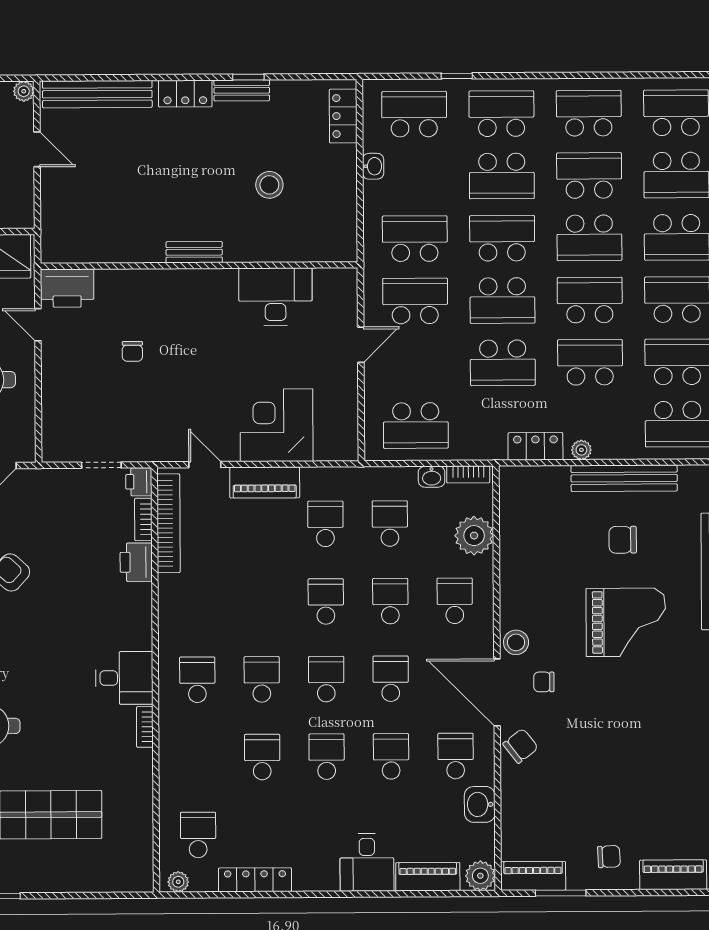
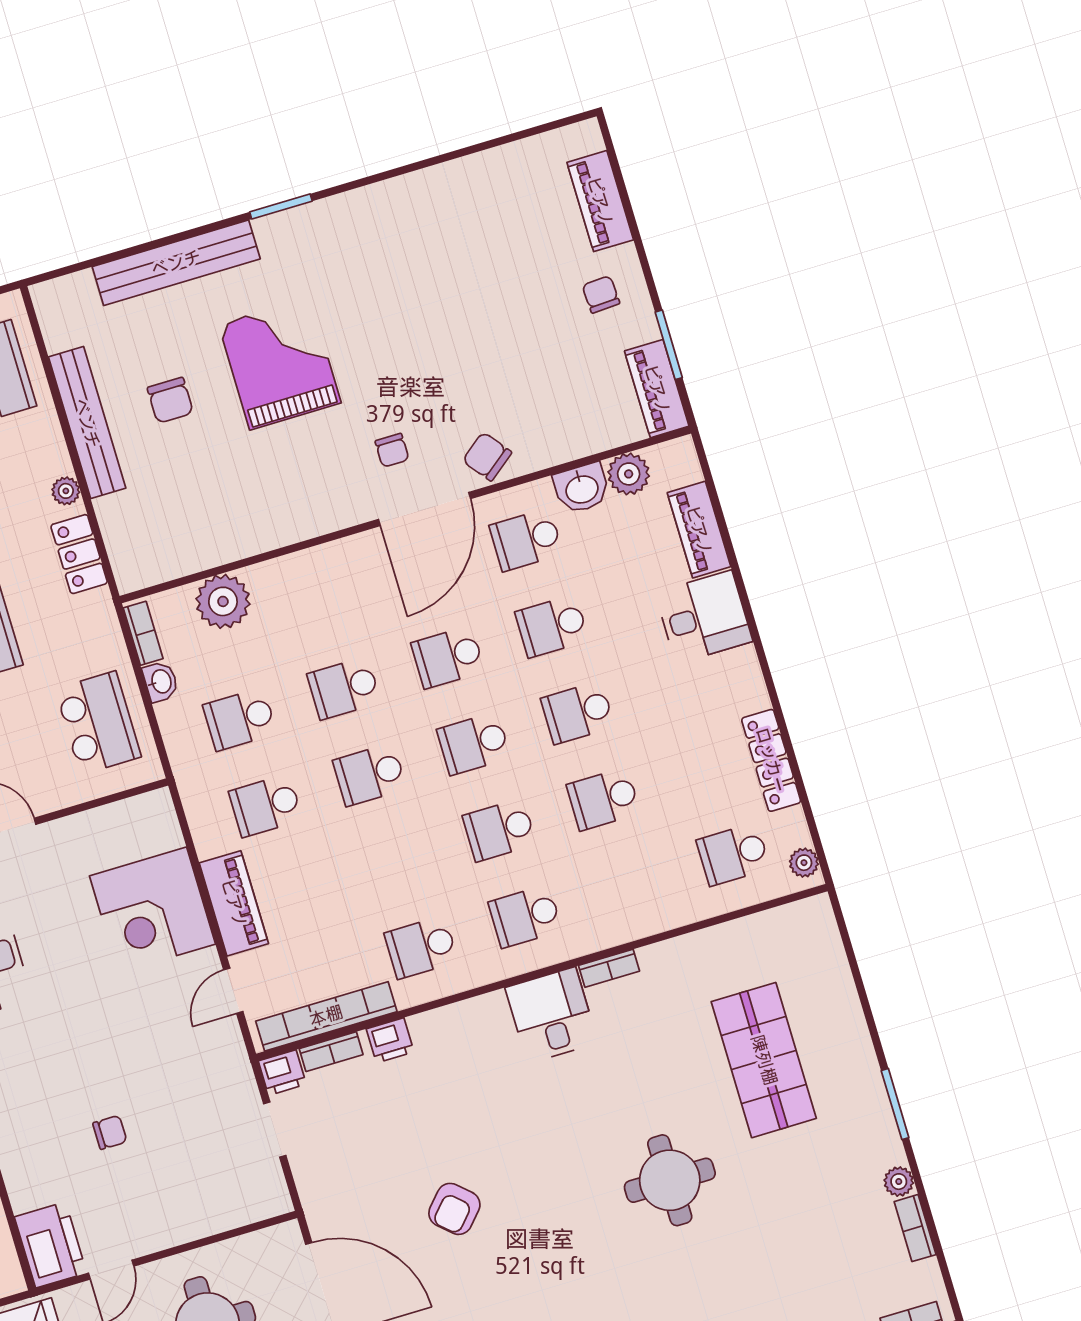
printer: (136, 562) -> (390, 1040), width x0.73, depth x0.81
school desk: (455, 601) -> (421, 947), moved
stool: (516, 642) -> (350, 503), removed
plant: (480, 876) -> (629, 474), moved

